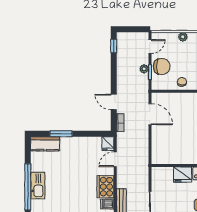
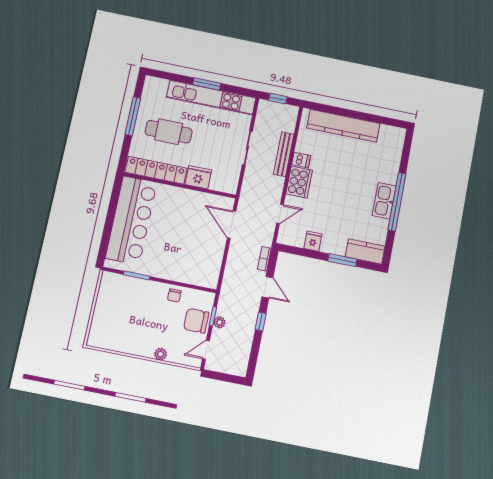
window: (114, 46) -> (261, 321), moved
door: (150, 114) -> (232, 225), moved
fridge: (108, 144) -> (313, 241), moved

